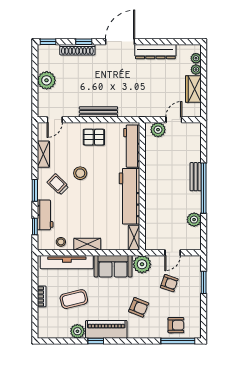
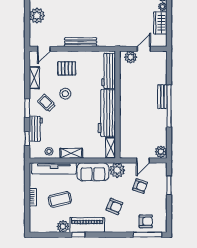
pallet: (94, 137) -> (67, 68), moved
plant: (194, 220) -> (161, 152), moved

